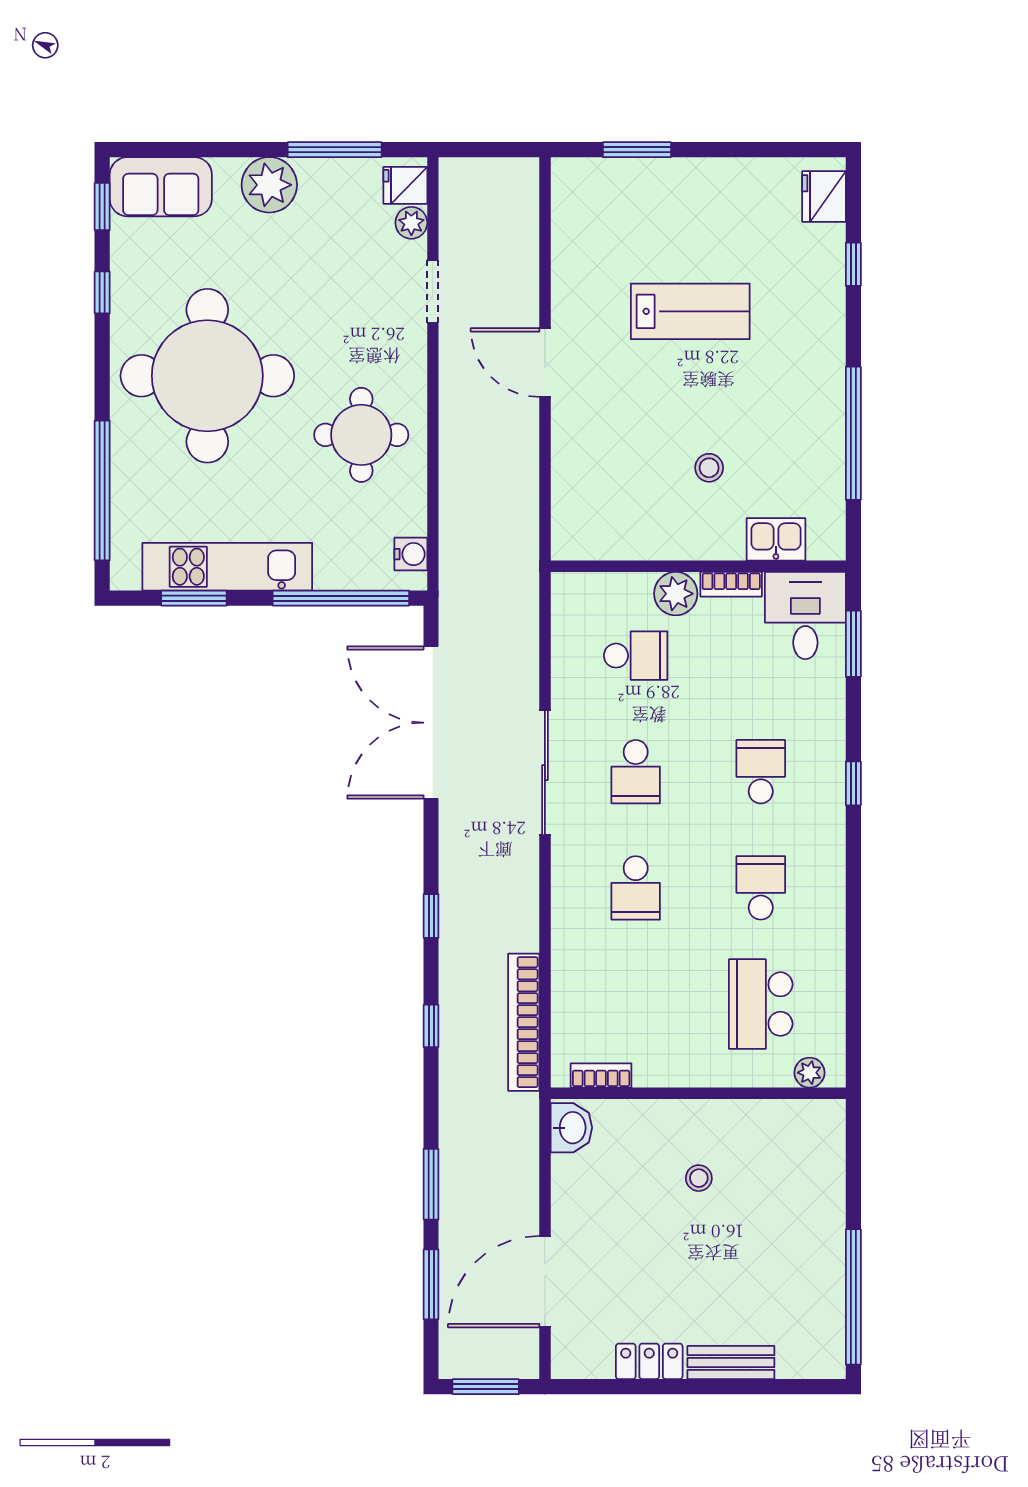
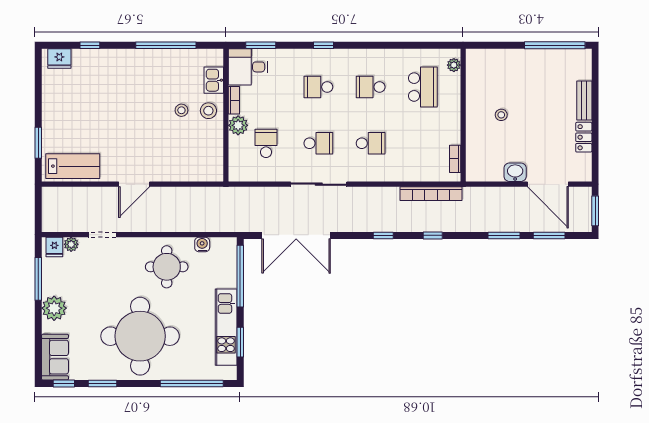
window: (102, 292) -> (103, 383), width x1.50
lab bench: (690, 311) -> (73, 166), moved, turned 90
stool: (708, 528) -> (208, 111), added
water cooler: (411, 554) -> (202, 245), moved
school desk: (761, 1004) -> (423, 87), turned -90
washbasin: (571, 1128) -> (515, 172), moved

